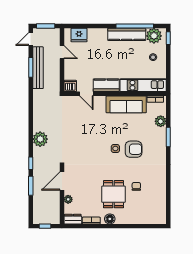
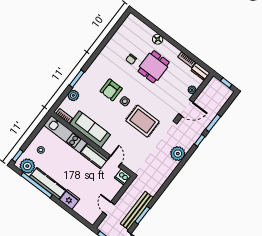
fridge: (79, 35) -> (70, 199), moved
rug: (89, 143) -> (143, 121), added
armchair: (134, 149) -> (111, 90), turned -90
floor lamp: (110, 219) -> (158, 39), moved

